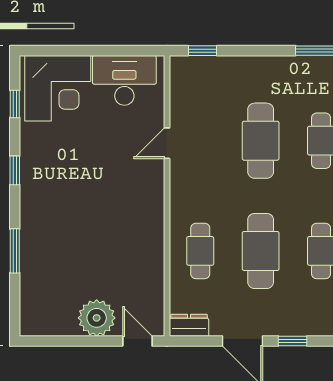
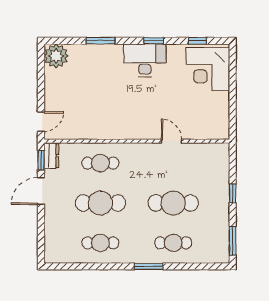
window: (203, 51) -> (233, 193), moved
desk: (124, 80) -> (145, 60), moved, turned -90
plant: (97, 318) -> (56, 56), moved
window: (293, 341) -> (41, 160), moved

